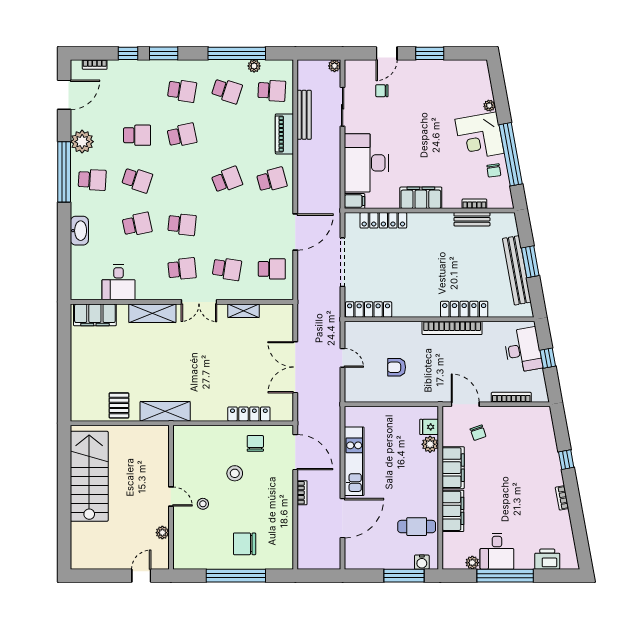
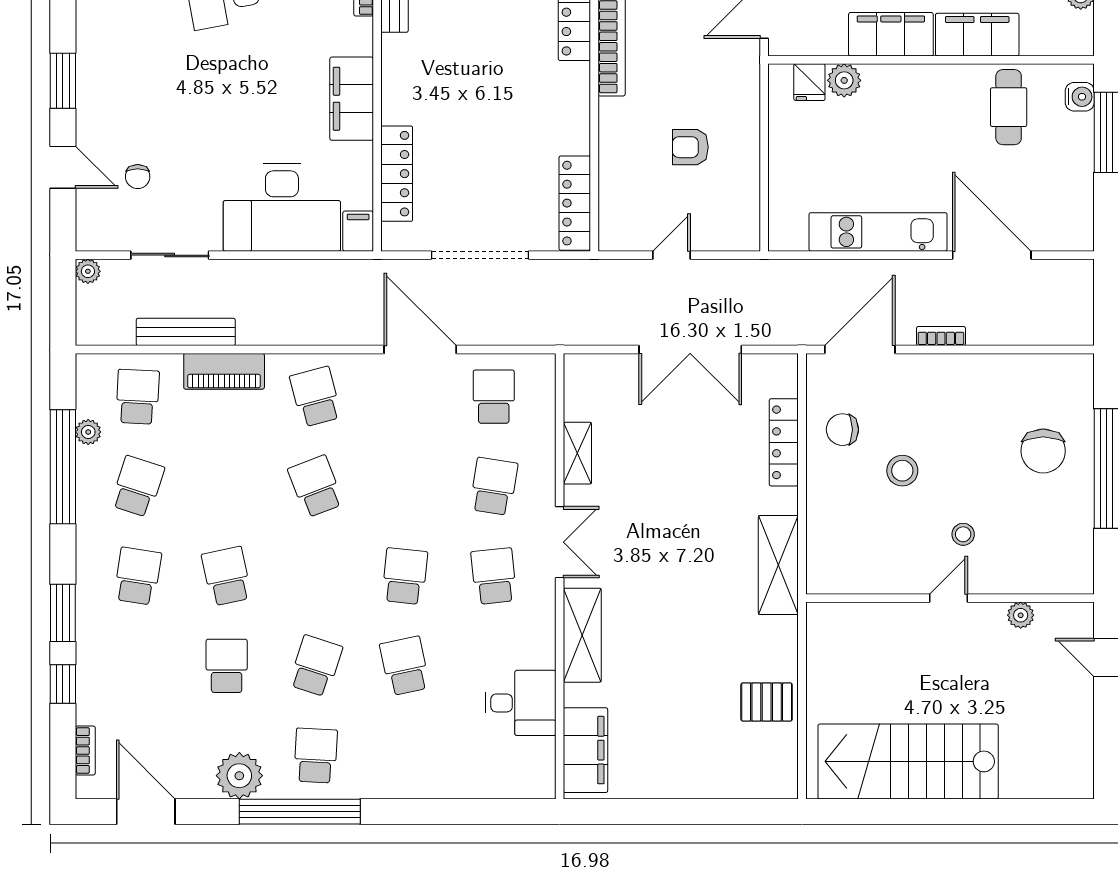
washbasin: (79, 231) -> (417, 781), removed
armchair: (397, 367) -> (690, 147), turned 90
shelving: (165, 411) -> (778, 565), moved

